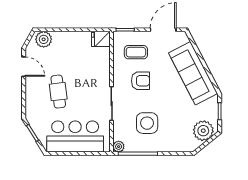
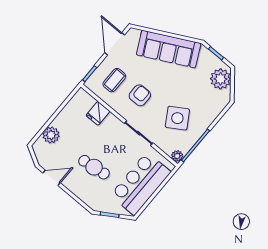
plant: (44, 39) -> (51, 135), moved
fridge: (101, 39) -> (98, 113), moved
side table: (147, 123) -> (177, 118), turned -32

